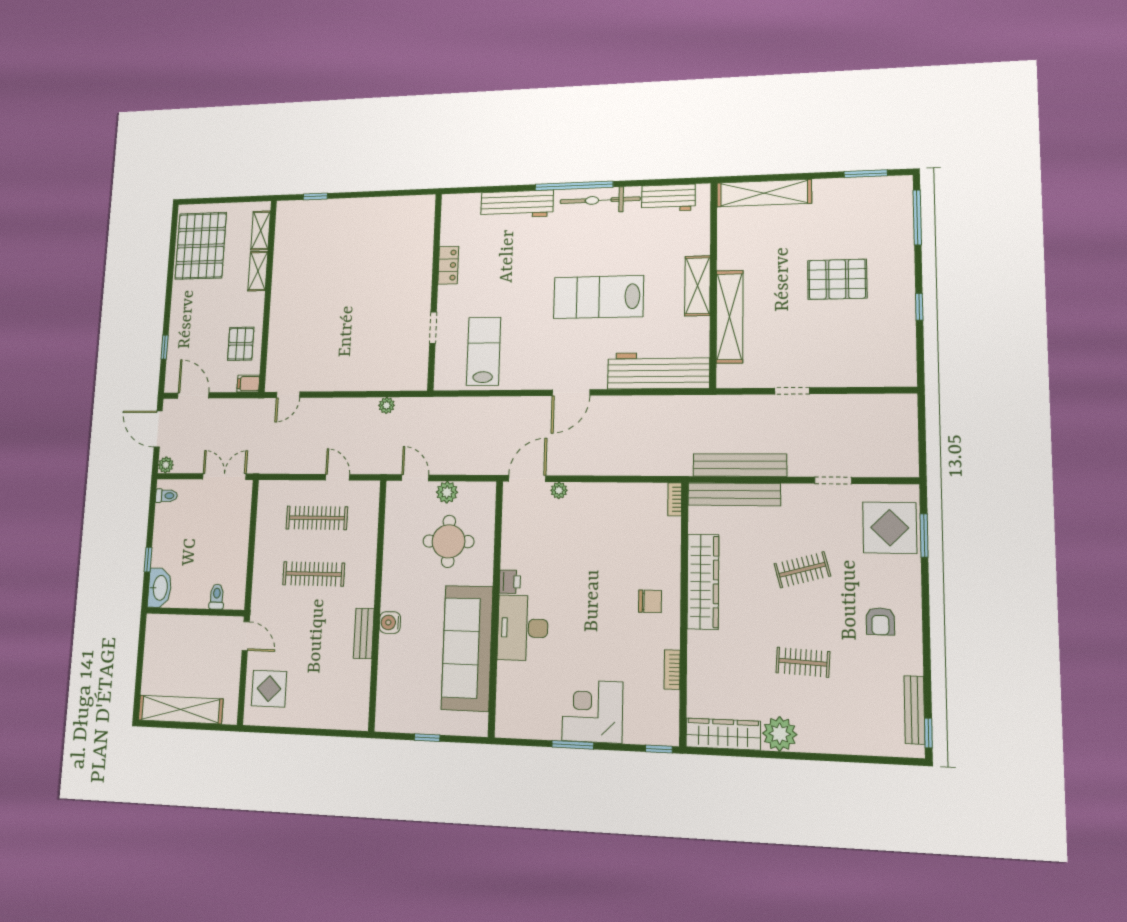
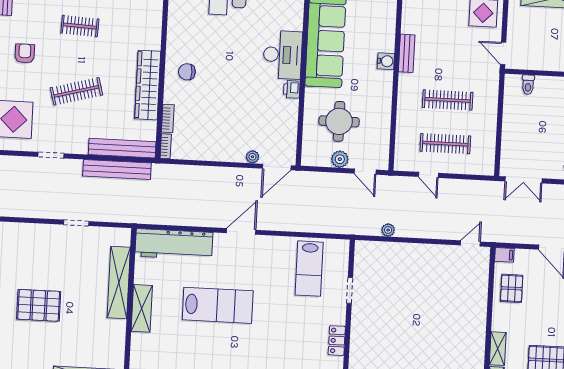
clothes rail: (802, 570) -> (76, 91), width x1.36
bookcase: (672, 670) -> (168, 118), moved

